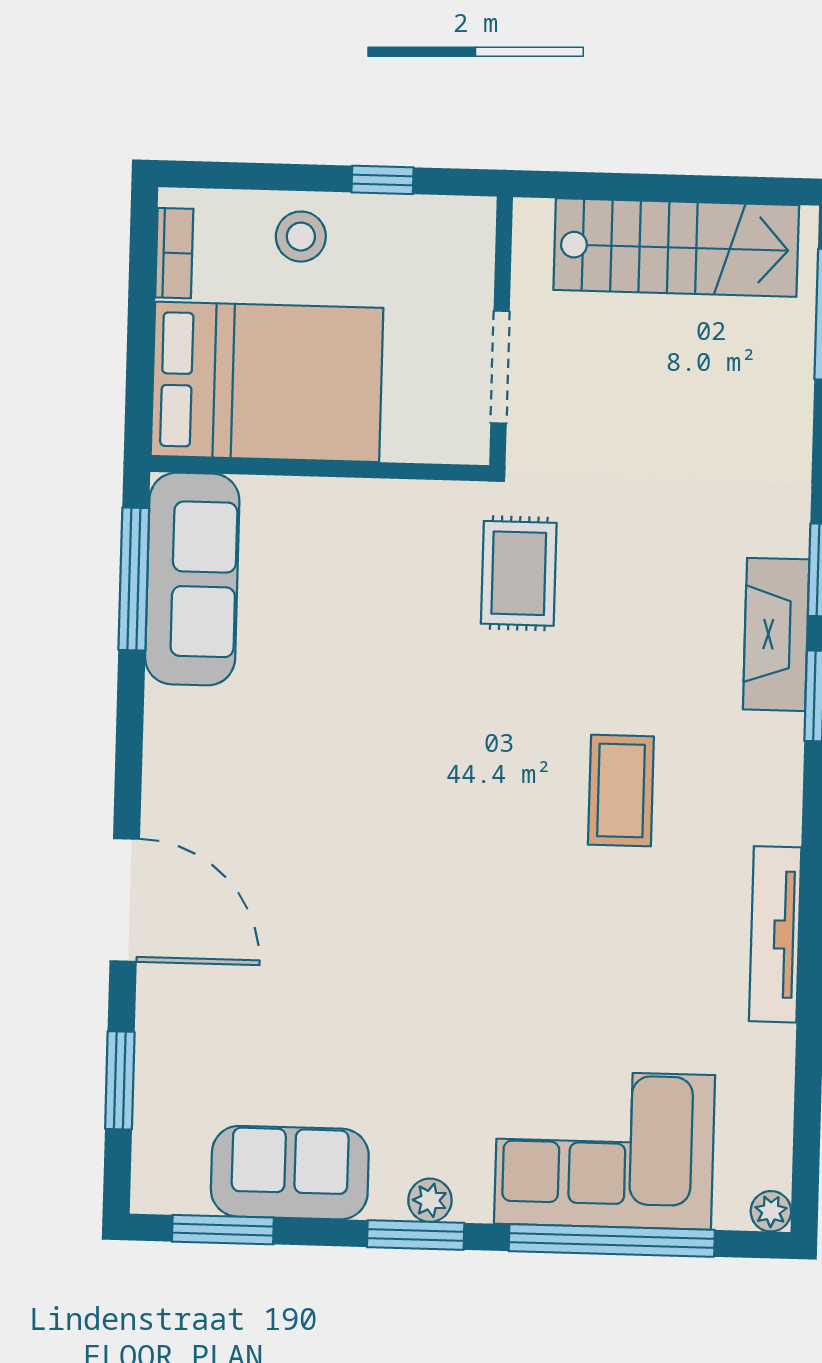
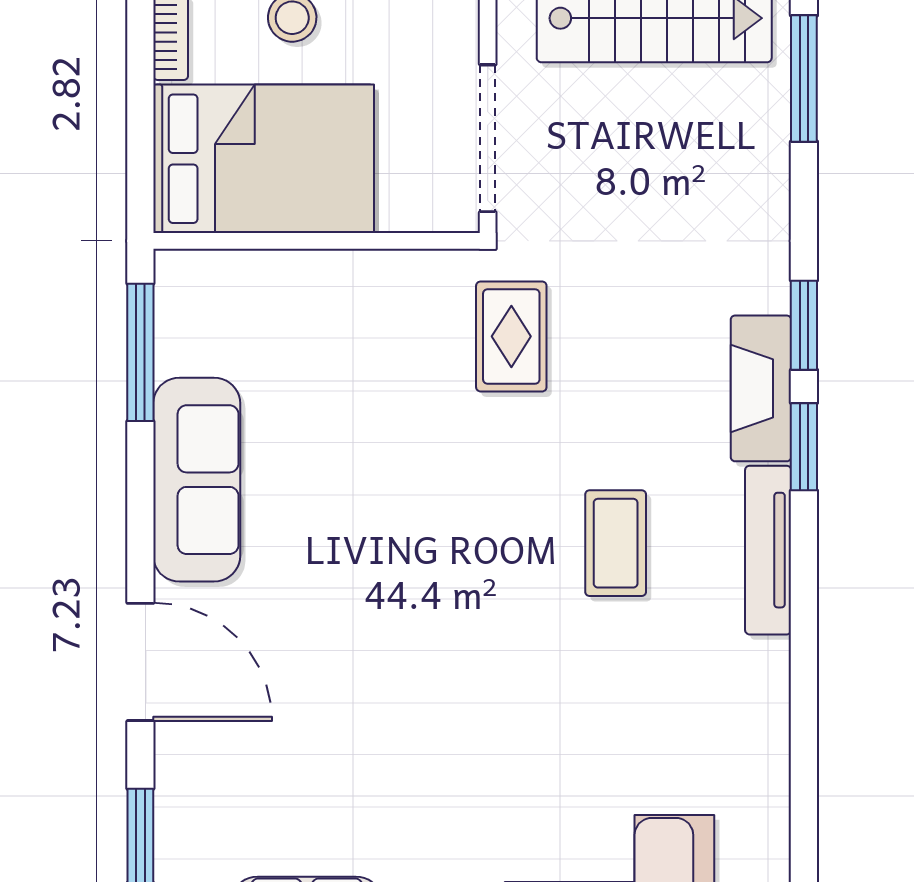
doorway: (500, 367) -> (488, 138), width x1.36
sofa: (192, 579) -> (197, 480), moved
tv unit: (775, 934) -> (768, 550), moved

